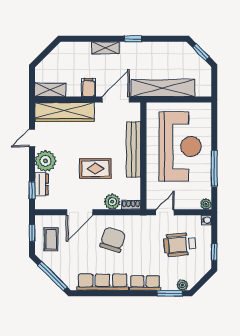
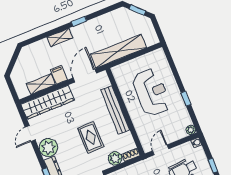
shelving: (50, 90) -> (41, 84), moved
reception desk: (180, 147) -> (151, 92), width x0.74, depth x0.77
window: (214, 168) -> (186, 99), width x0.46
rug: (95, 169) -> (91, 137), turned 90

